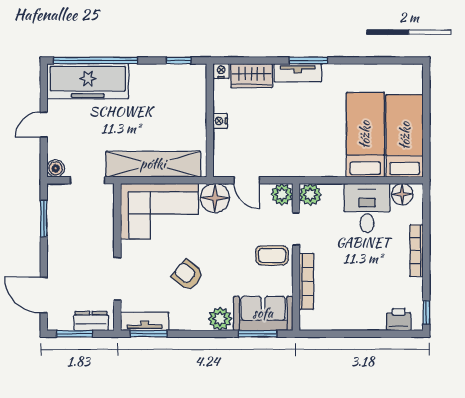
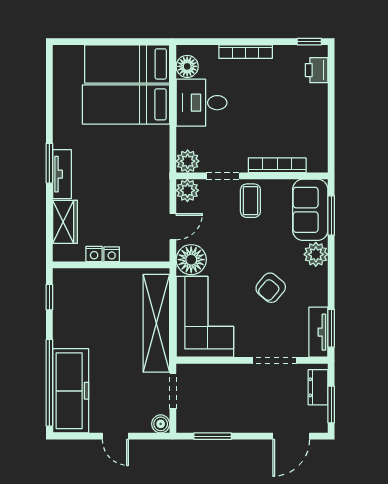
nightstand: (221, 71) -> (94, 254), moved, turned -90

